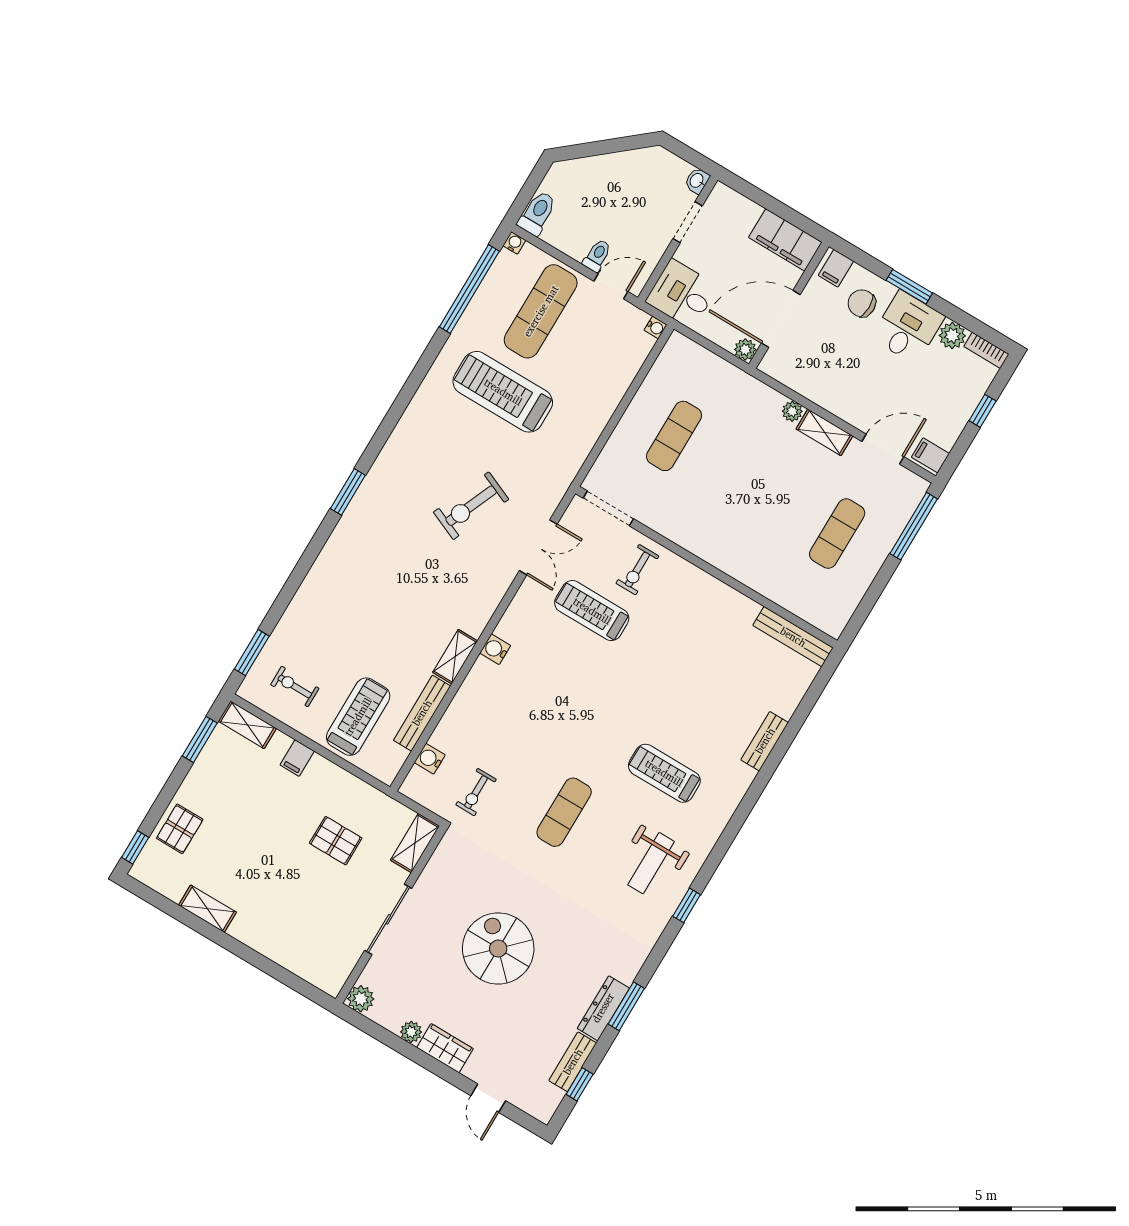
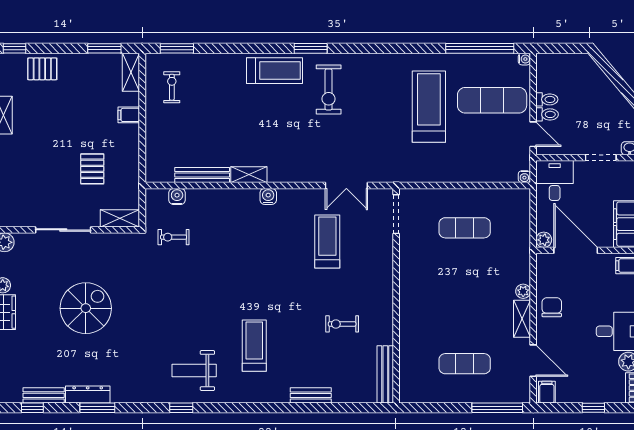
toilet: (537, 213) -> (547, 99), moved, width x0.73, depth x0.72
chair: (862, 303) -> (552, 307), moved
exercise bike: (471, 506) -> (329, 89), moved, turned -113
exercise bike: (637, 570) -> (342, 324), moved
treadmill: (358, 717) -> (274, 71), moved
exercise mat: (564, 812) -> (194, 298), removed

